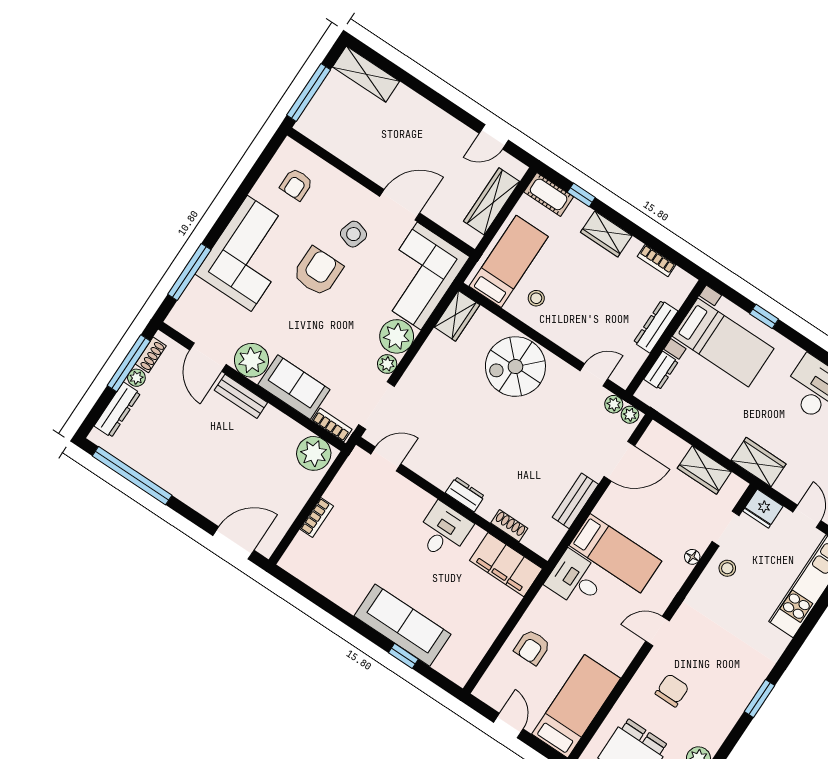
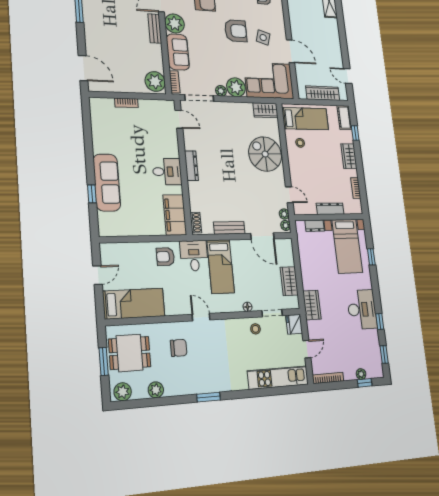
dresser: (465, 494) -> (191, 166), width x1.44
shoe rack: (509, 526) -> (196, 223), moved
armchair: (532, 647) -> (165, 257), moved

